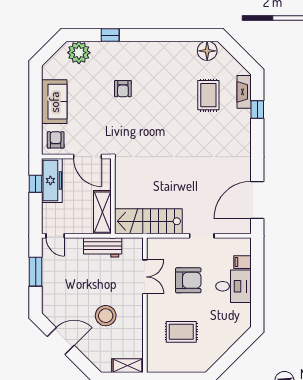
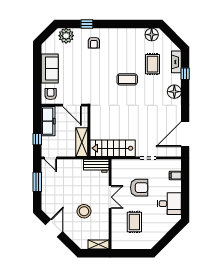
armchair: (123, 89) -> (94, 43), moved
coffee table: (170, 118) -> (127, 79), added
floor lamp: (241, 136) -> (174, 92), added
window: (36, 184) -> (37, 139), moved
workbench: (103, 247) -> (96, 166), moved
double door: (145, 277) -> (110, 197), moved
desk: (234, 286) -> (169, 204), moved
rug: (181, 332) -> (134, 222), turned 90
door: (61, 341) -> (54, 228), hinge flipped

